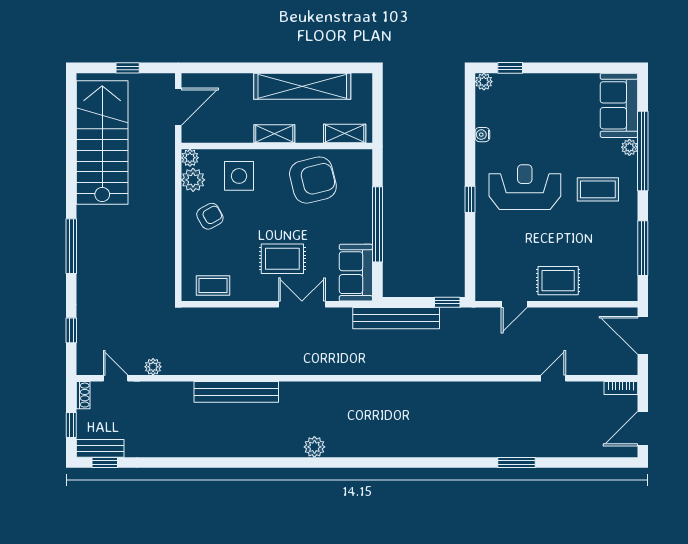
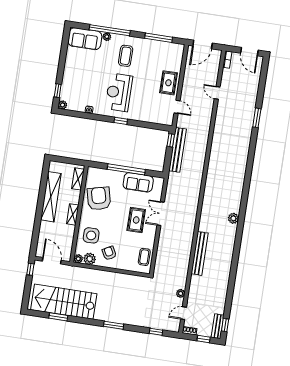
window: (128, 68) -> (30, 269), moved
window: (71, 136) -> (58, 317), added
window: (71, 246) -> (114, 325), width x0.69
sofa: (356, 273) -> (138, 182), moved
bench: (396, 318) -> (178, 150), moved

